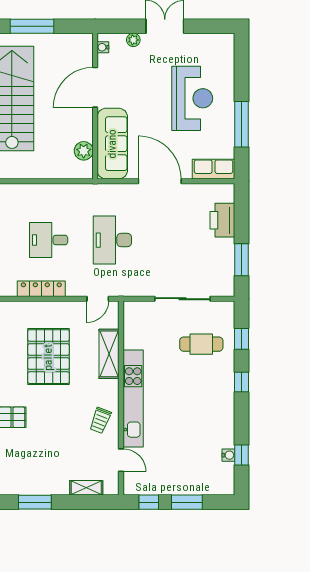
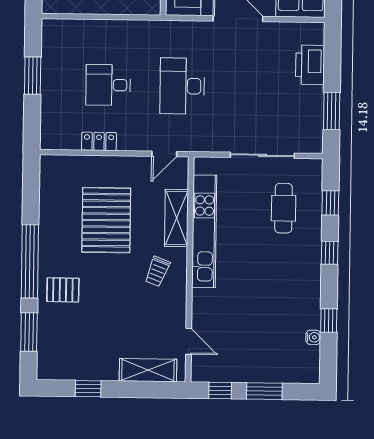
locker: (41, 289) -> (99, 141), width x0.66
cafe table: (201, 344) -> (284, 208), turned 90
kitchen unit: (133, 398) -> (204, 231), moved
trolley: (100, 420) -> (157, 271), moved
window: (242, 455) -> (329, 321), moved
shelving: (86, 488) -> (148, 370), width x1.50, depth x1.33
window: (35, 502) -> (88, 389), width x0.67

